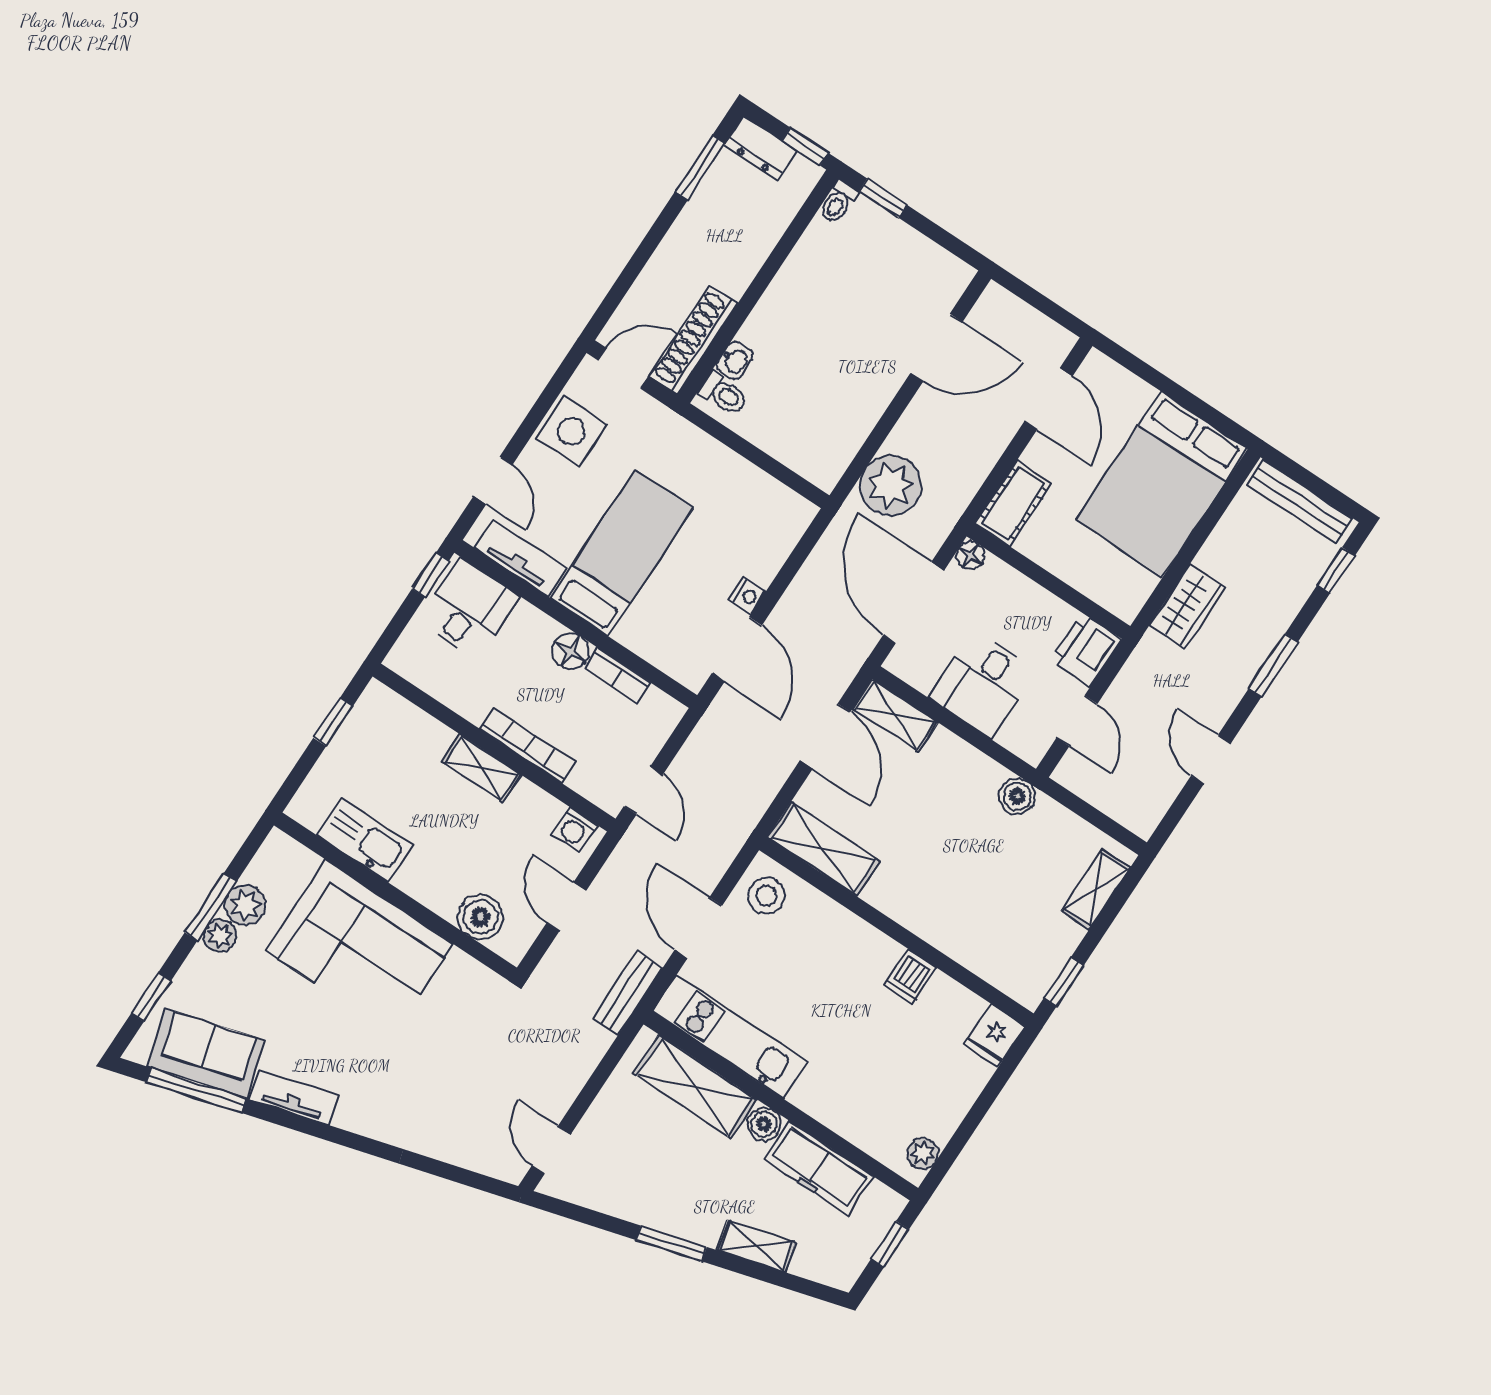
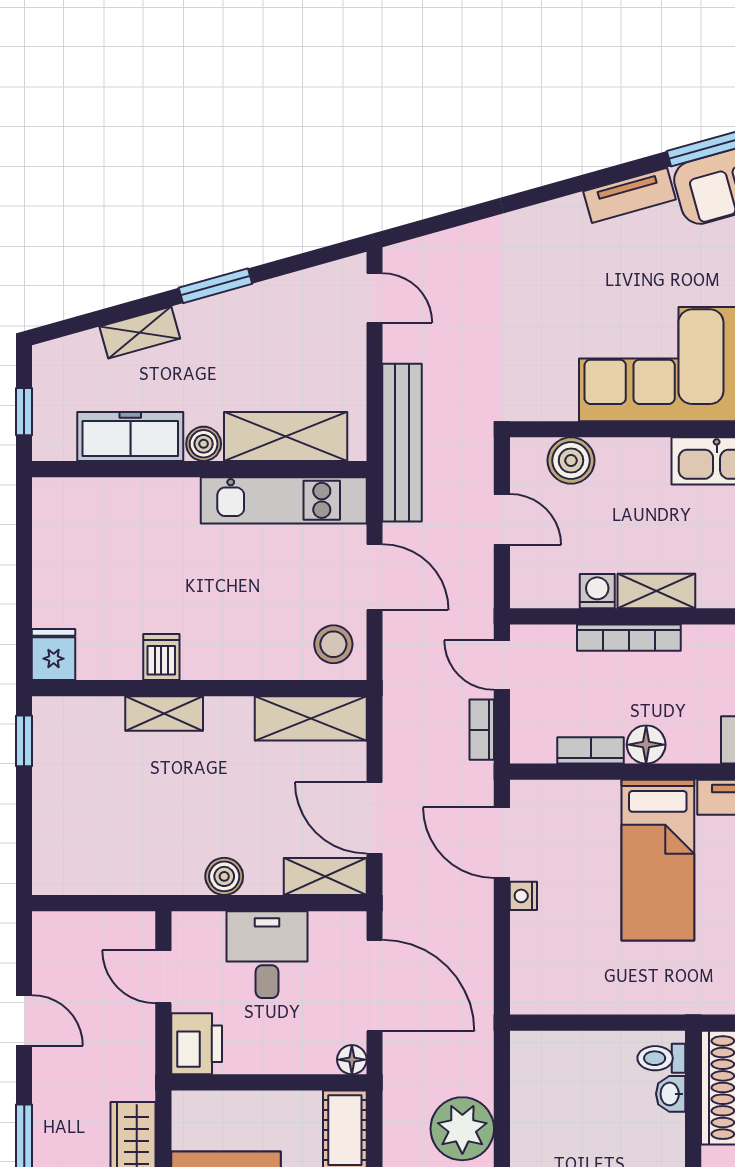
plant: (891, 486) -> (462, 1129), moved
bookcase: (693, 750) -> (482, 730), added
boiler: (1017, 796) -> (224, 876), moved
washing machine: (574, 830) -> (597, 591), moved
shelving: (1096, 890) -> (164, 713), moved, turned 90
bench: (627, 993) -> (402, 443), width x1.86, depth x1.21
plant: (923, 1153) -> (48, 510), removed

